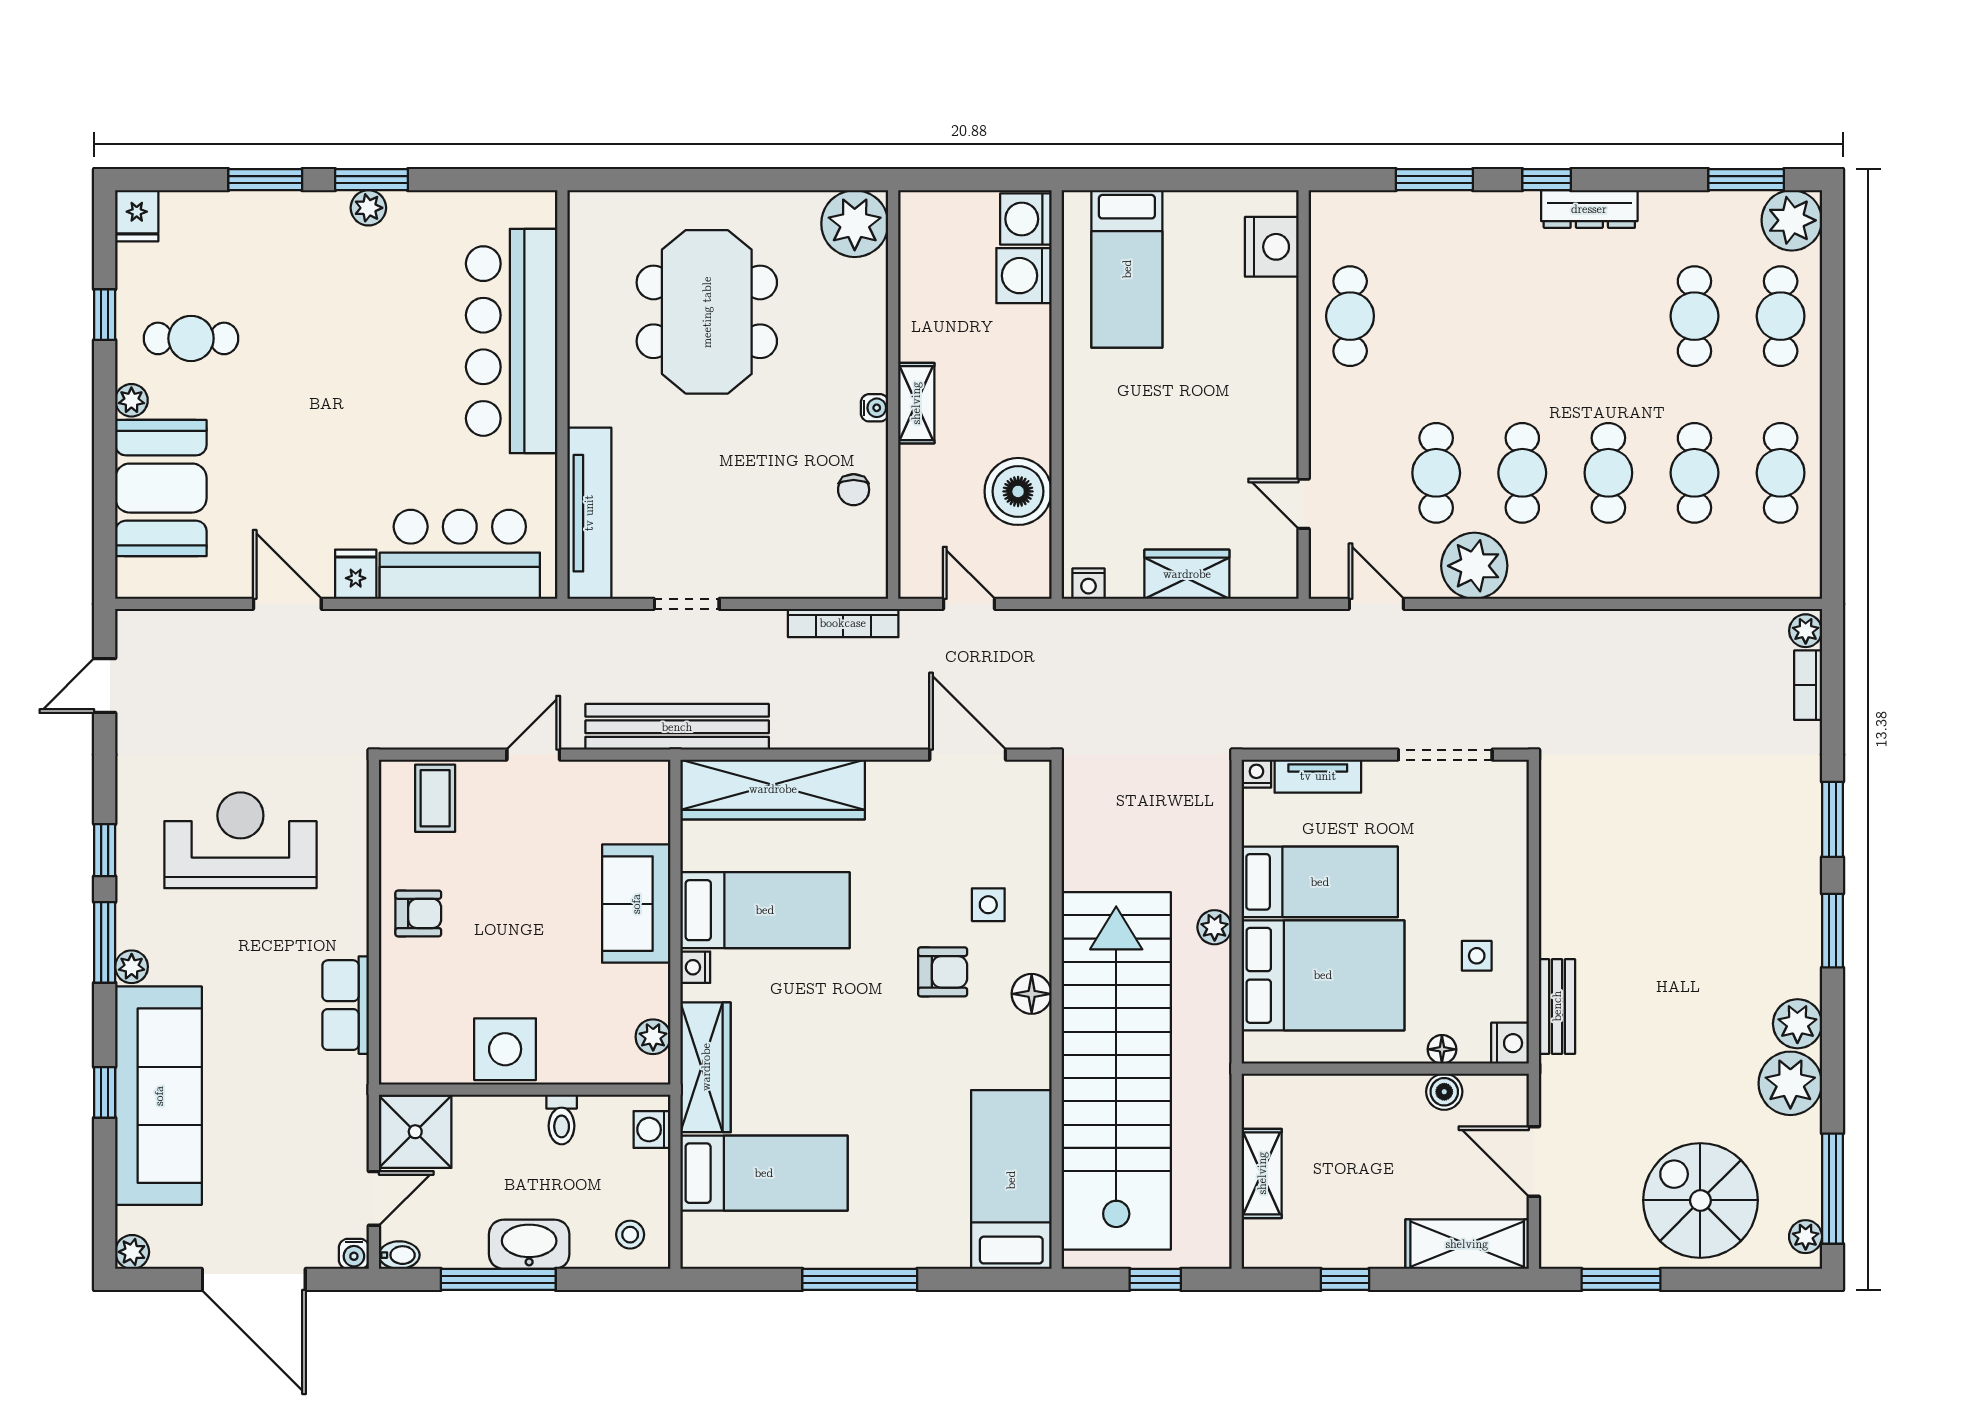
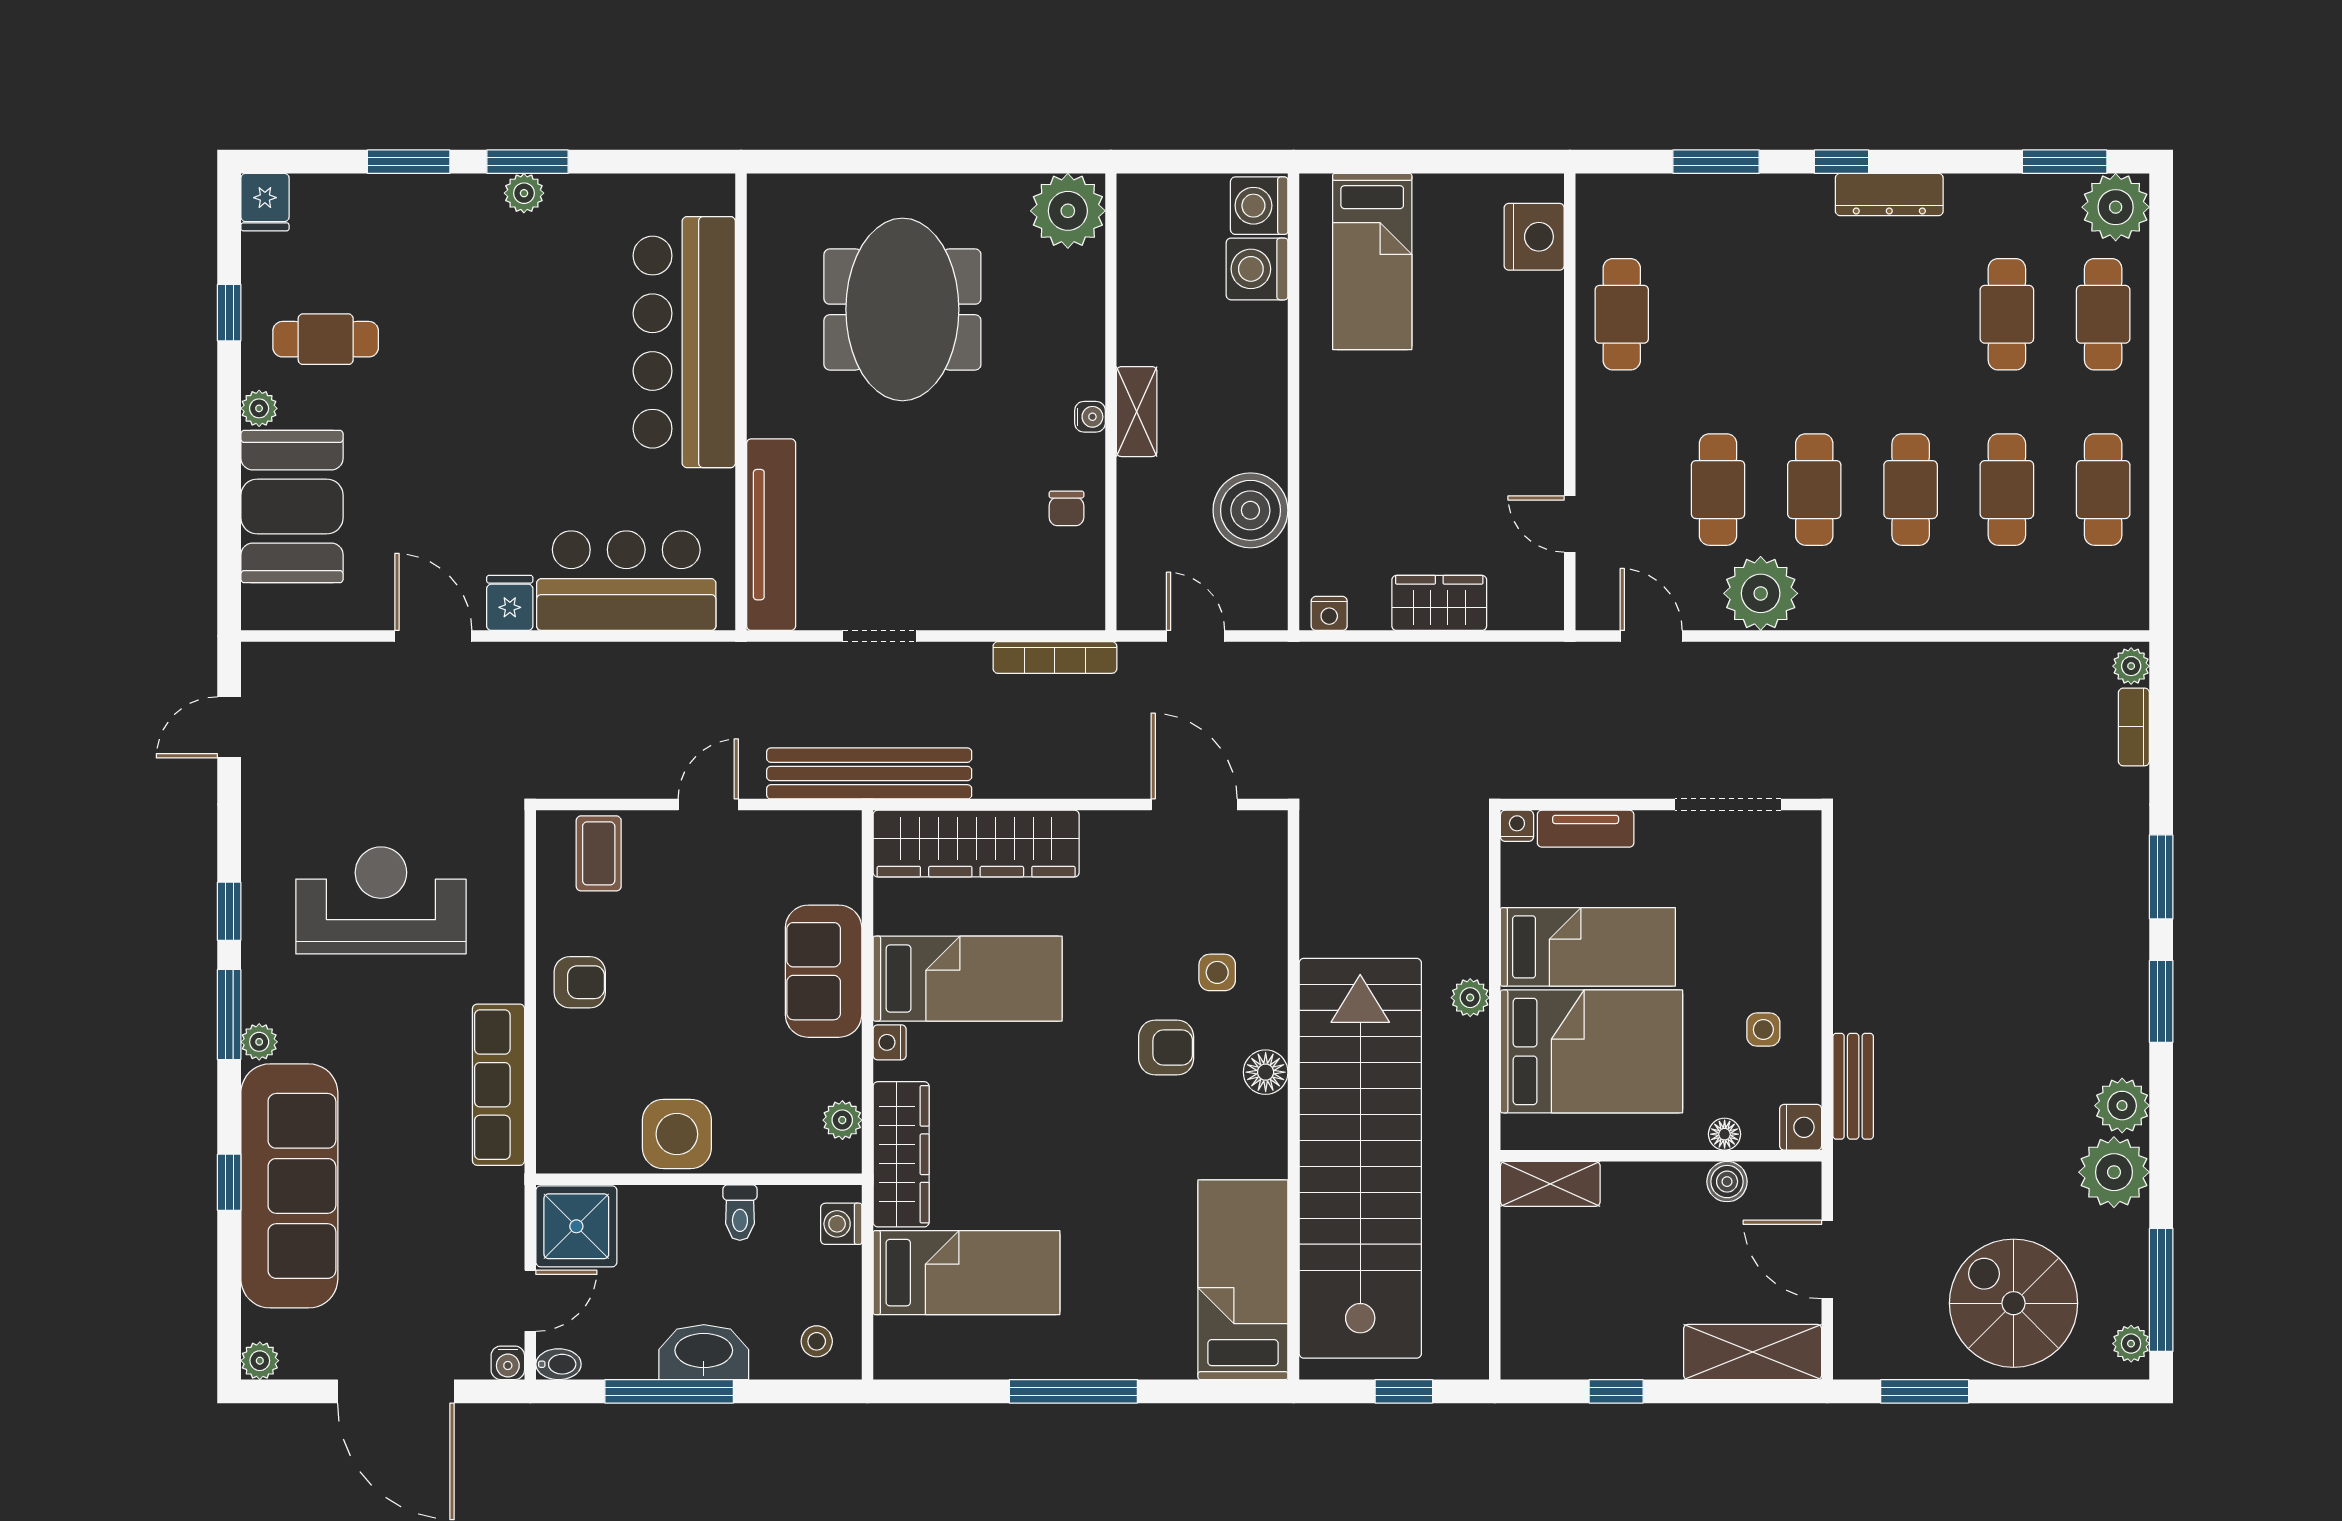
row of seats: (346, 1005) -> (499, 1085), width x1.48
shelving: (1262, 1173) -> (1550, 1184), moved, turned 90

